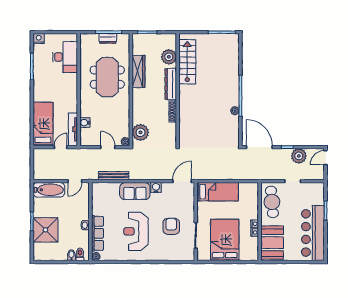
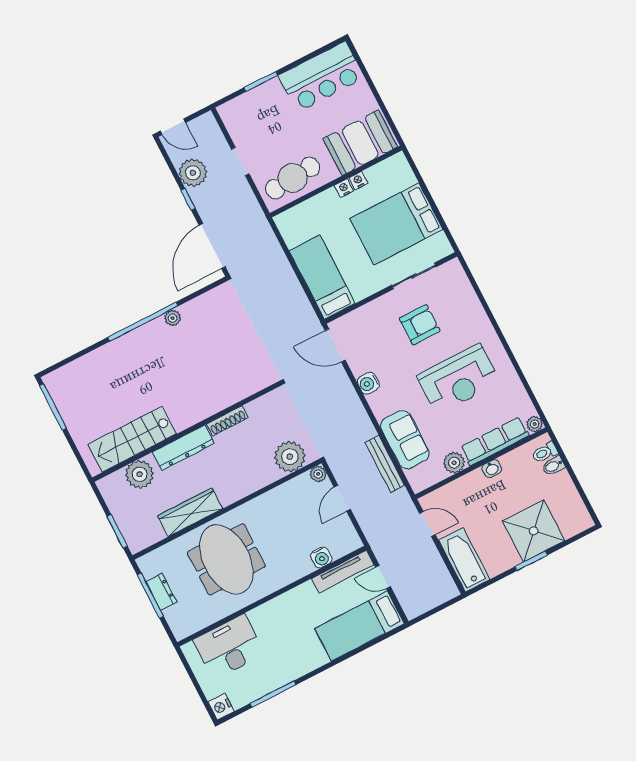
meeting table: (107, 77) -> (226, 559), turned 90
sofa: (135, 191) -> (405, 440), moved
plant: (97, 209) -> (454, 463), added
armchair: (171, 226) -> (420, 325), turned 180
bar counter: (313, 233) -> (321, 77), width x0.73

